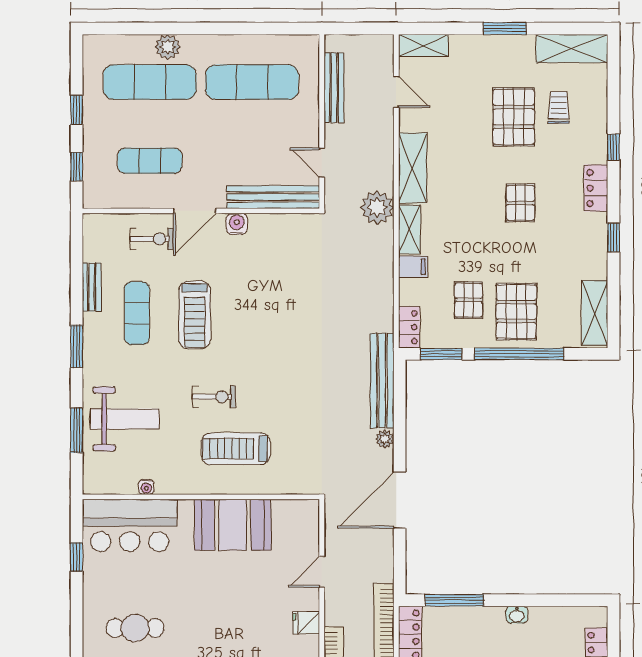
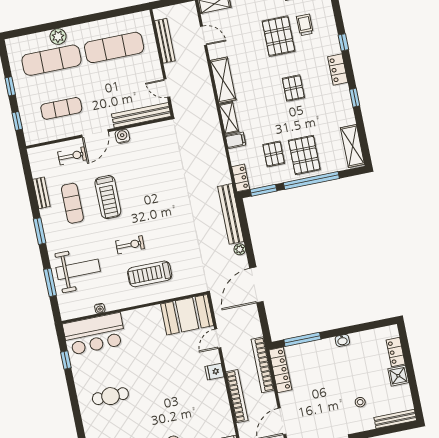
plant: (377, 208) -> (206, 109), removed
booth: (233, 525) -> (187, 315), moved

